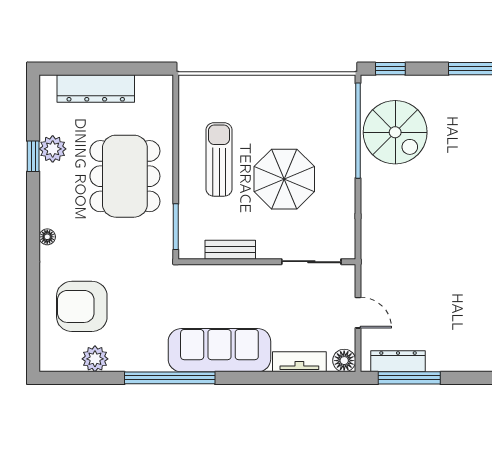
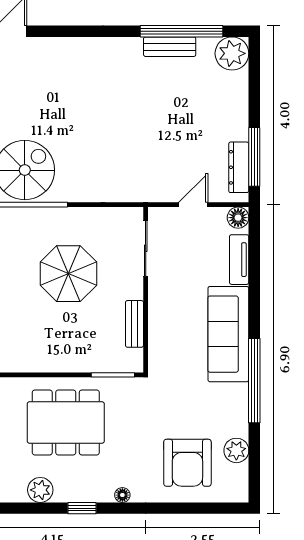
window: (33, 156) -> (82, 508), moved
sun lounger: (219, 159) -> (50, 335), removed

